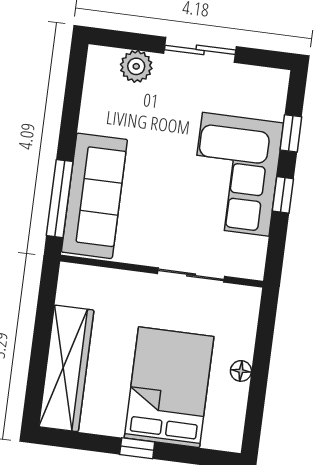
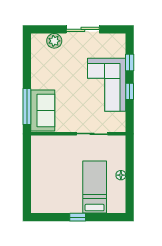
sofa: (94, 196) -> (43, 111), width x0.73
wardrobe: (66, 368) -> (40, 184), removed
bed: (169, 387) -> (95, 187), width x0.67

